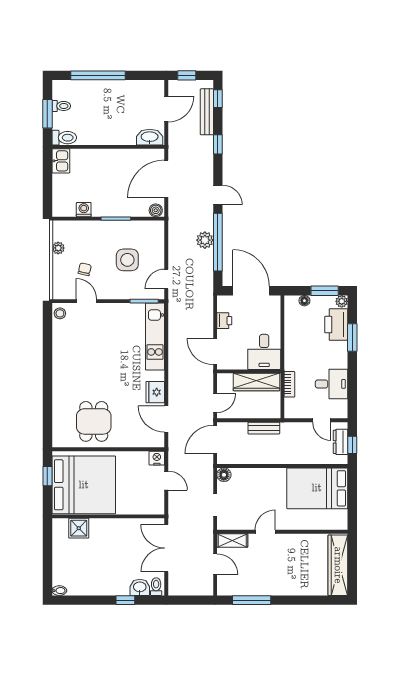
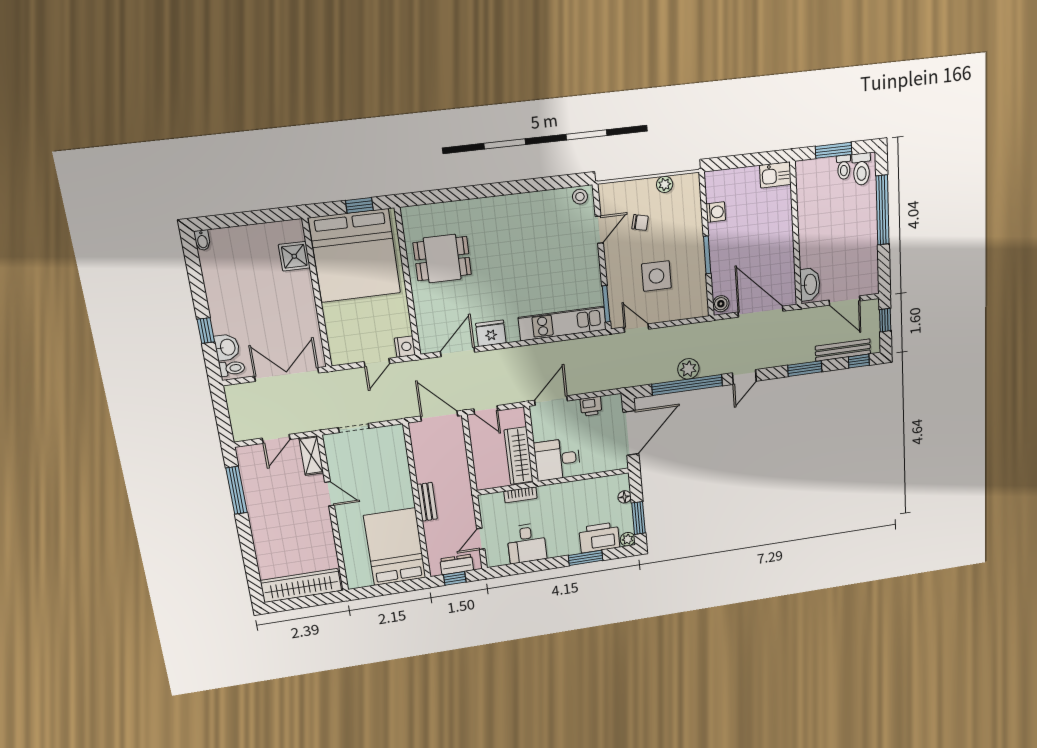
toilet: (64, 138) -> (861, 169), moved
window: (218, 144) -> (805, 369), width x1.50
bench: (264, 428) -> (427, 502), moved
floor lamp: (224, 475) -> (395, 433), removed

